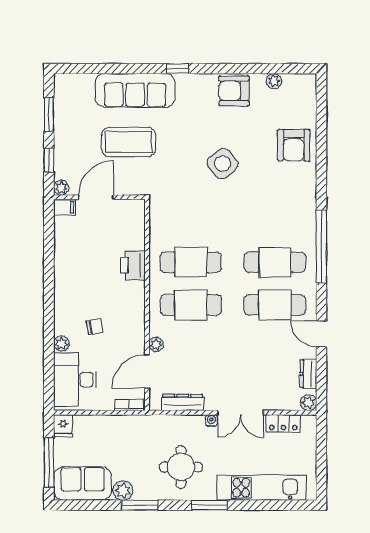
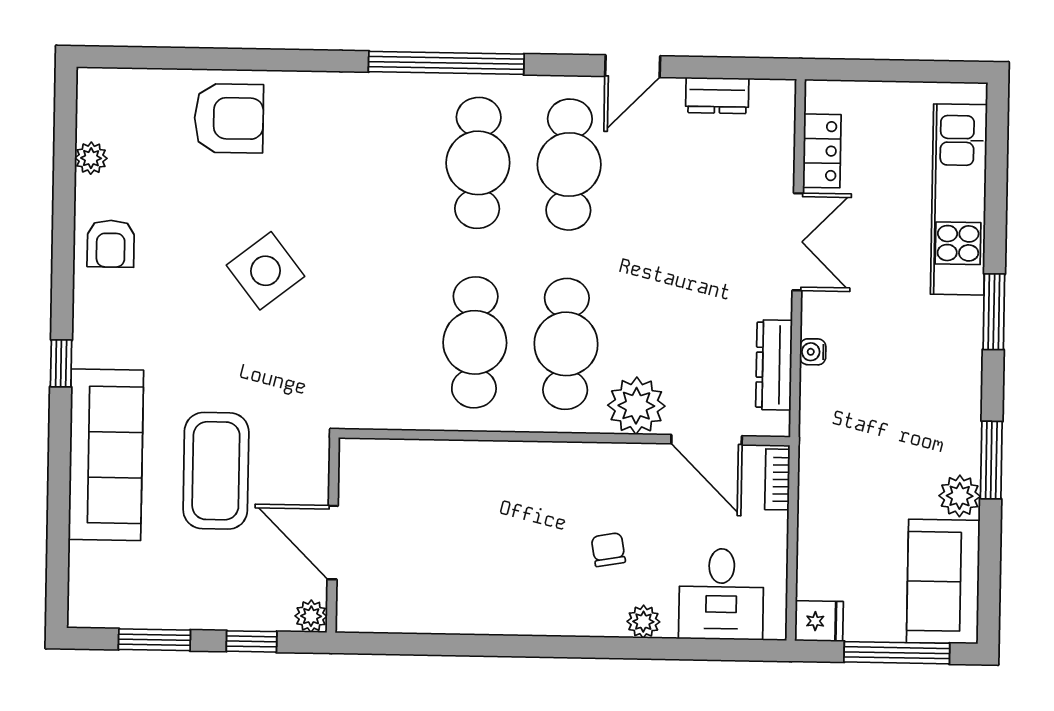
armchair: (234, 91) -> (111, 244), width x0.72, depth x0.72
filing cabinet: (64, 207) -> (353, 610), removed
printer: (133, 265) -> (479, 466), removed
plant: (156, 345) -> (636, 406), width x1.88, depth x1.88
desk: (75, 380) -> (721, 594), width x0.73
plant: (309, 403) -> (779, 96), removed
water cooler: (211, 421) -> (813, 352), moved
round table: (181, 467) -> (912, 371), removed

